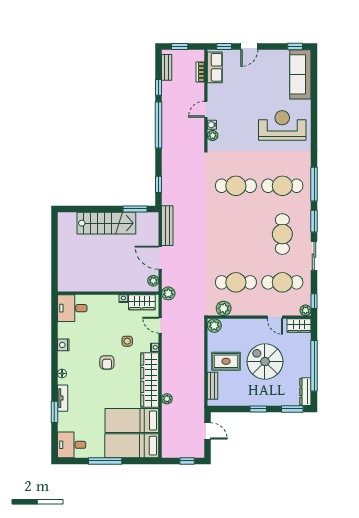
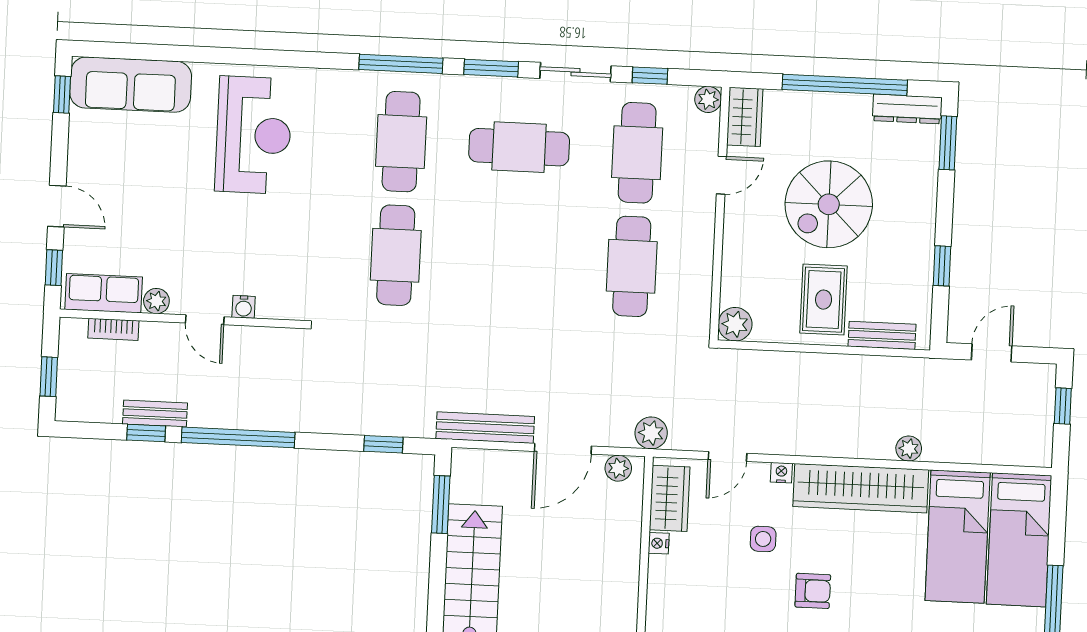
bench: (167, 67) -> (155, 414), moved
reception desk: (282, 126) -> (254, 135), turned 180
plant: (213, 136) -> (156, 301), moved
window: (314, 301) -> (650, 76), moved
plant: (224, 308) -> (694, 299), removed
window: (258, 409) -> (942, 266), moved

